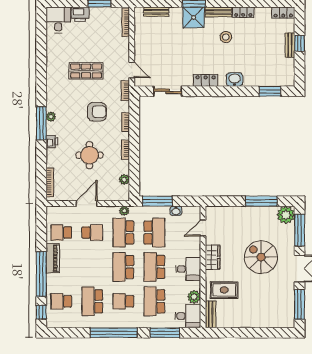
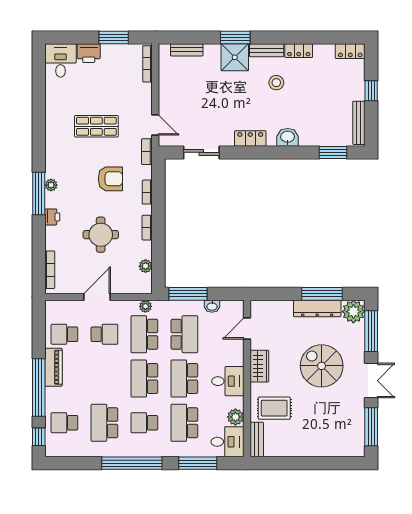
bench: (290, 45) -> (359, 123), moved, width x1.36
dresser: (258, 213) -> (317, 308), added

